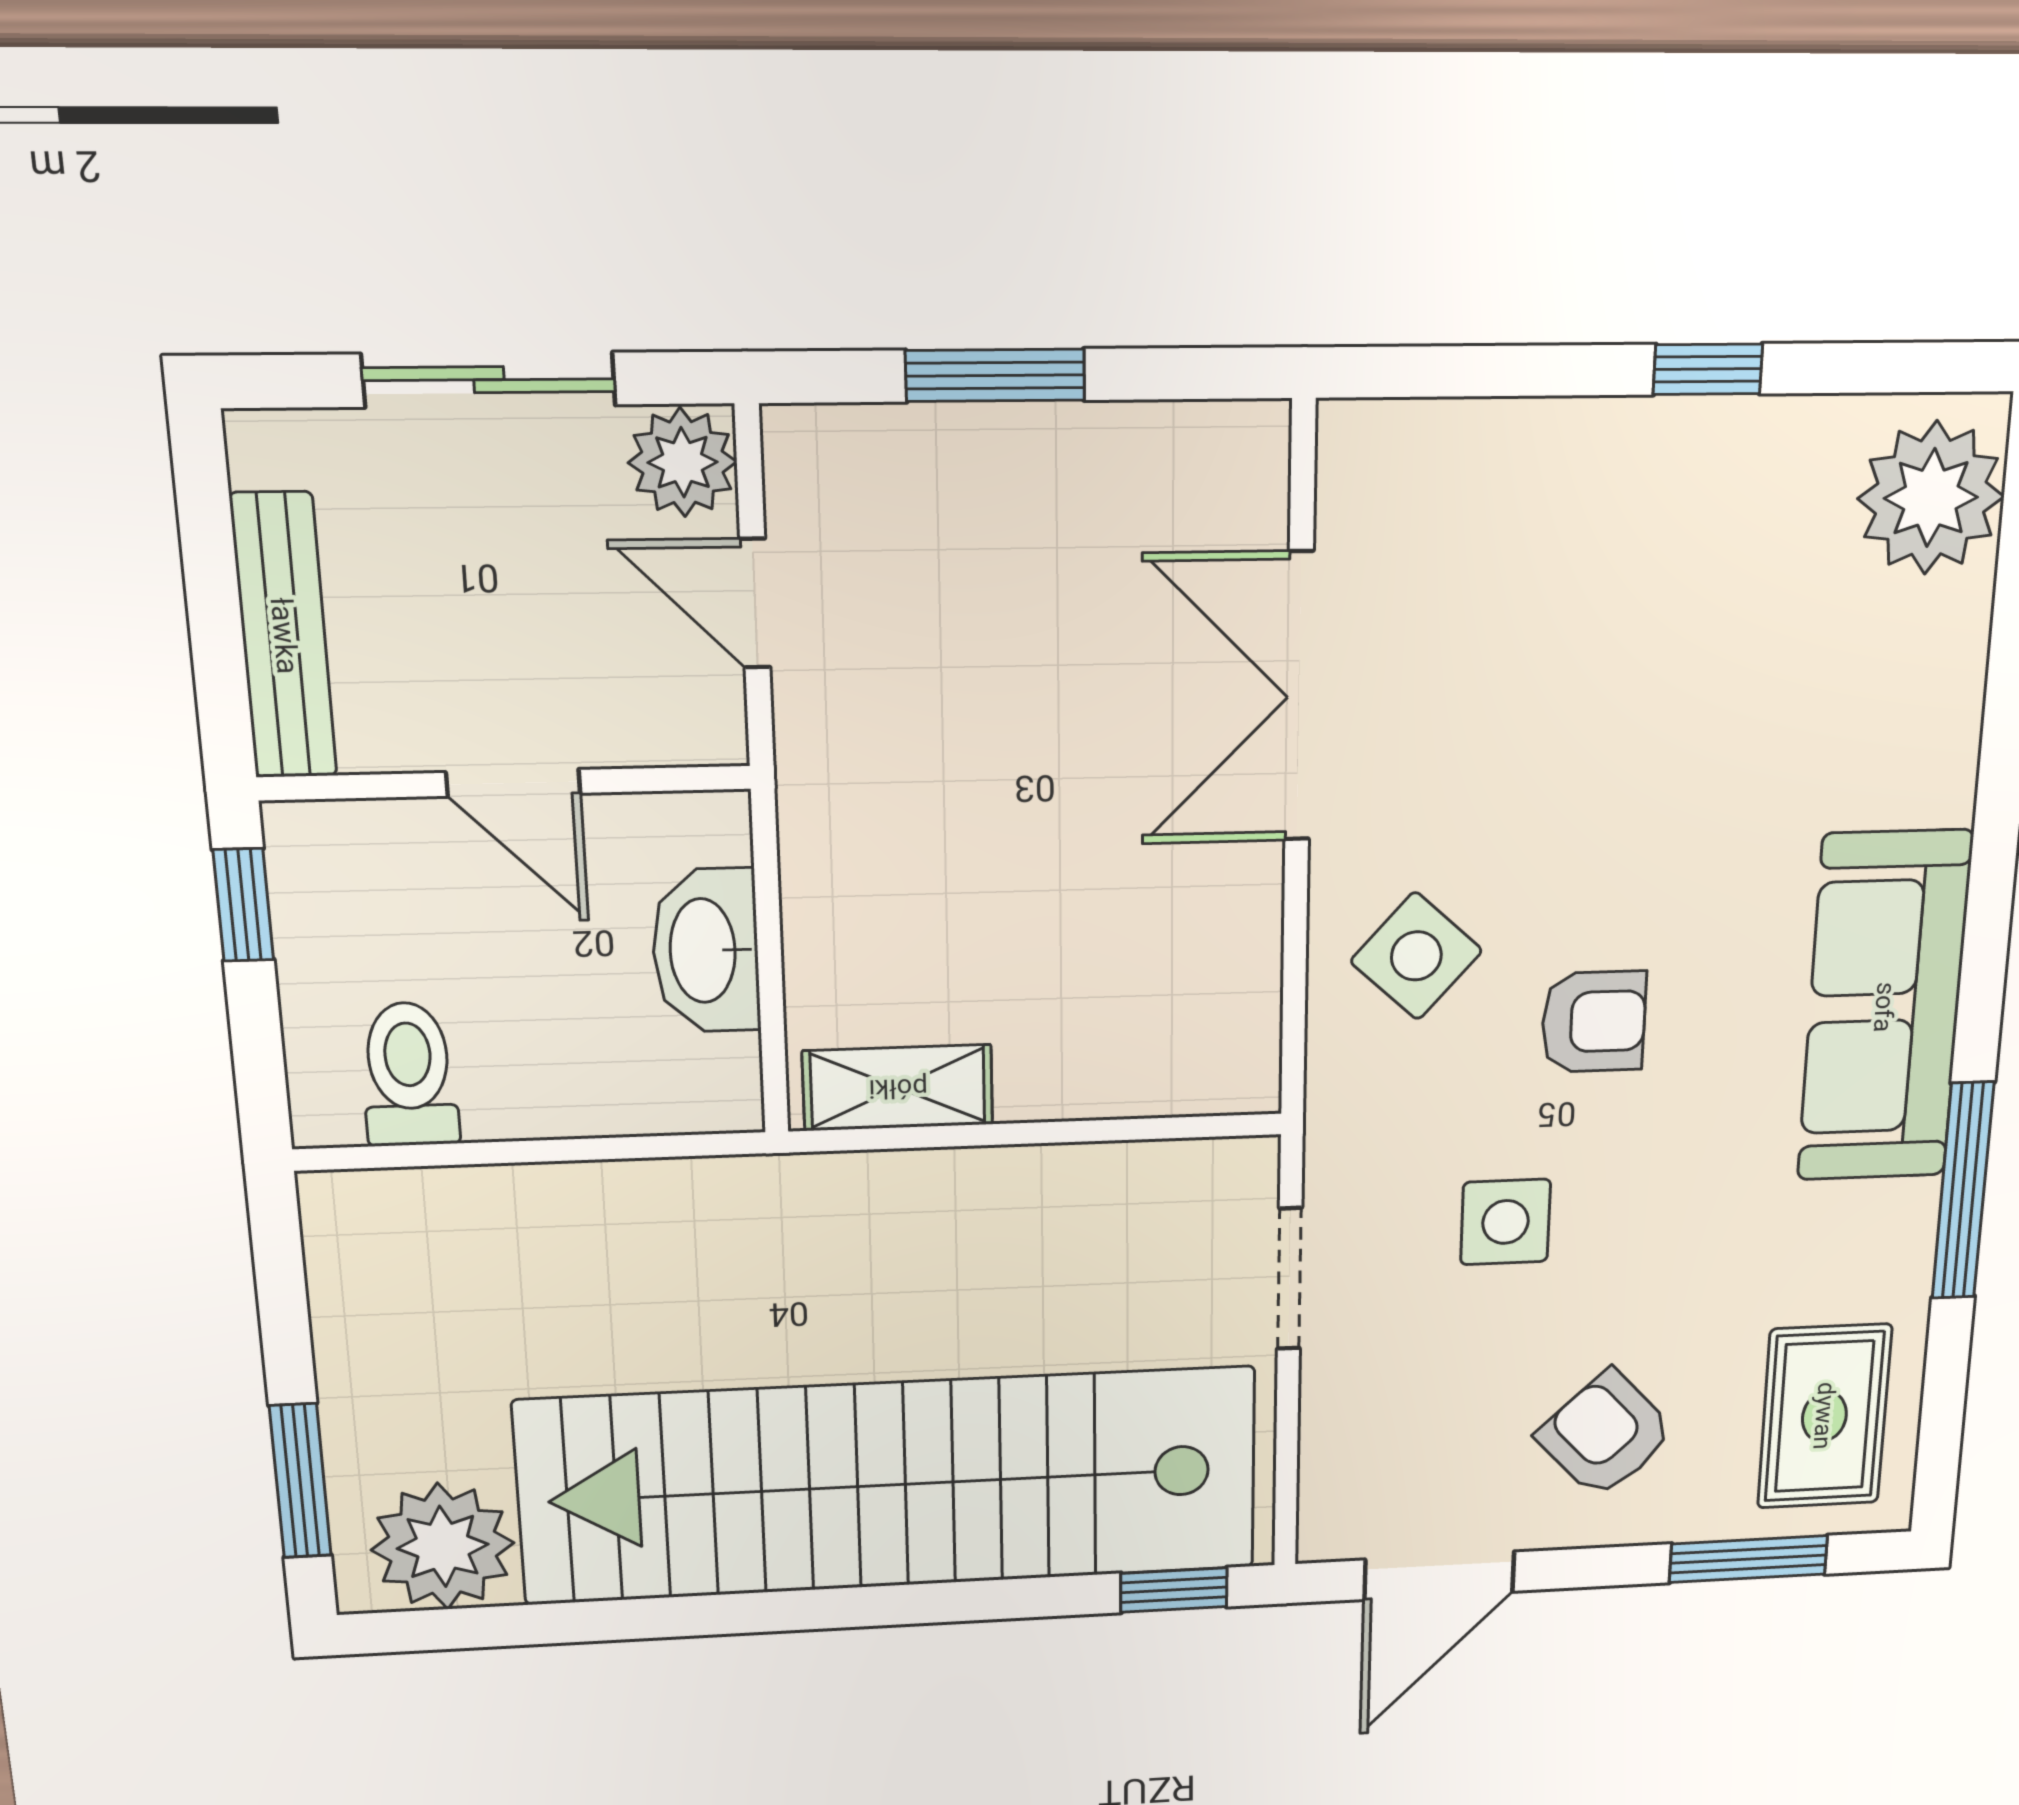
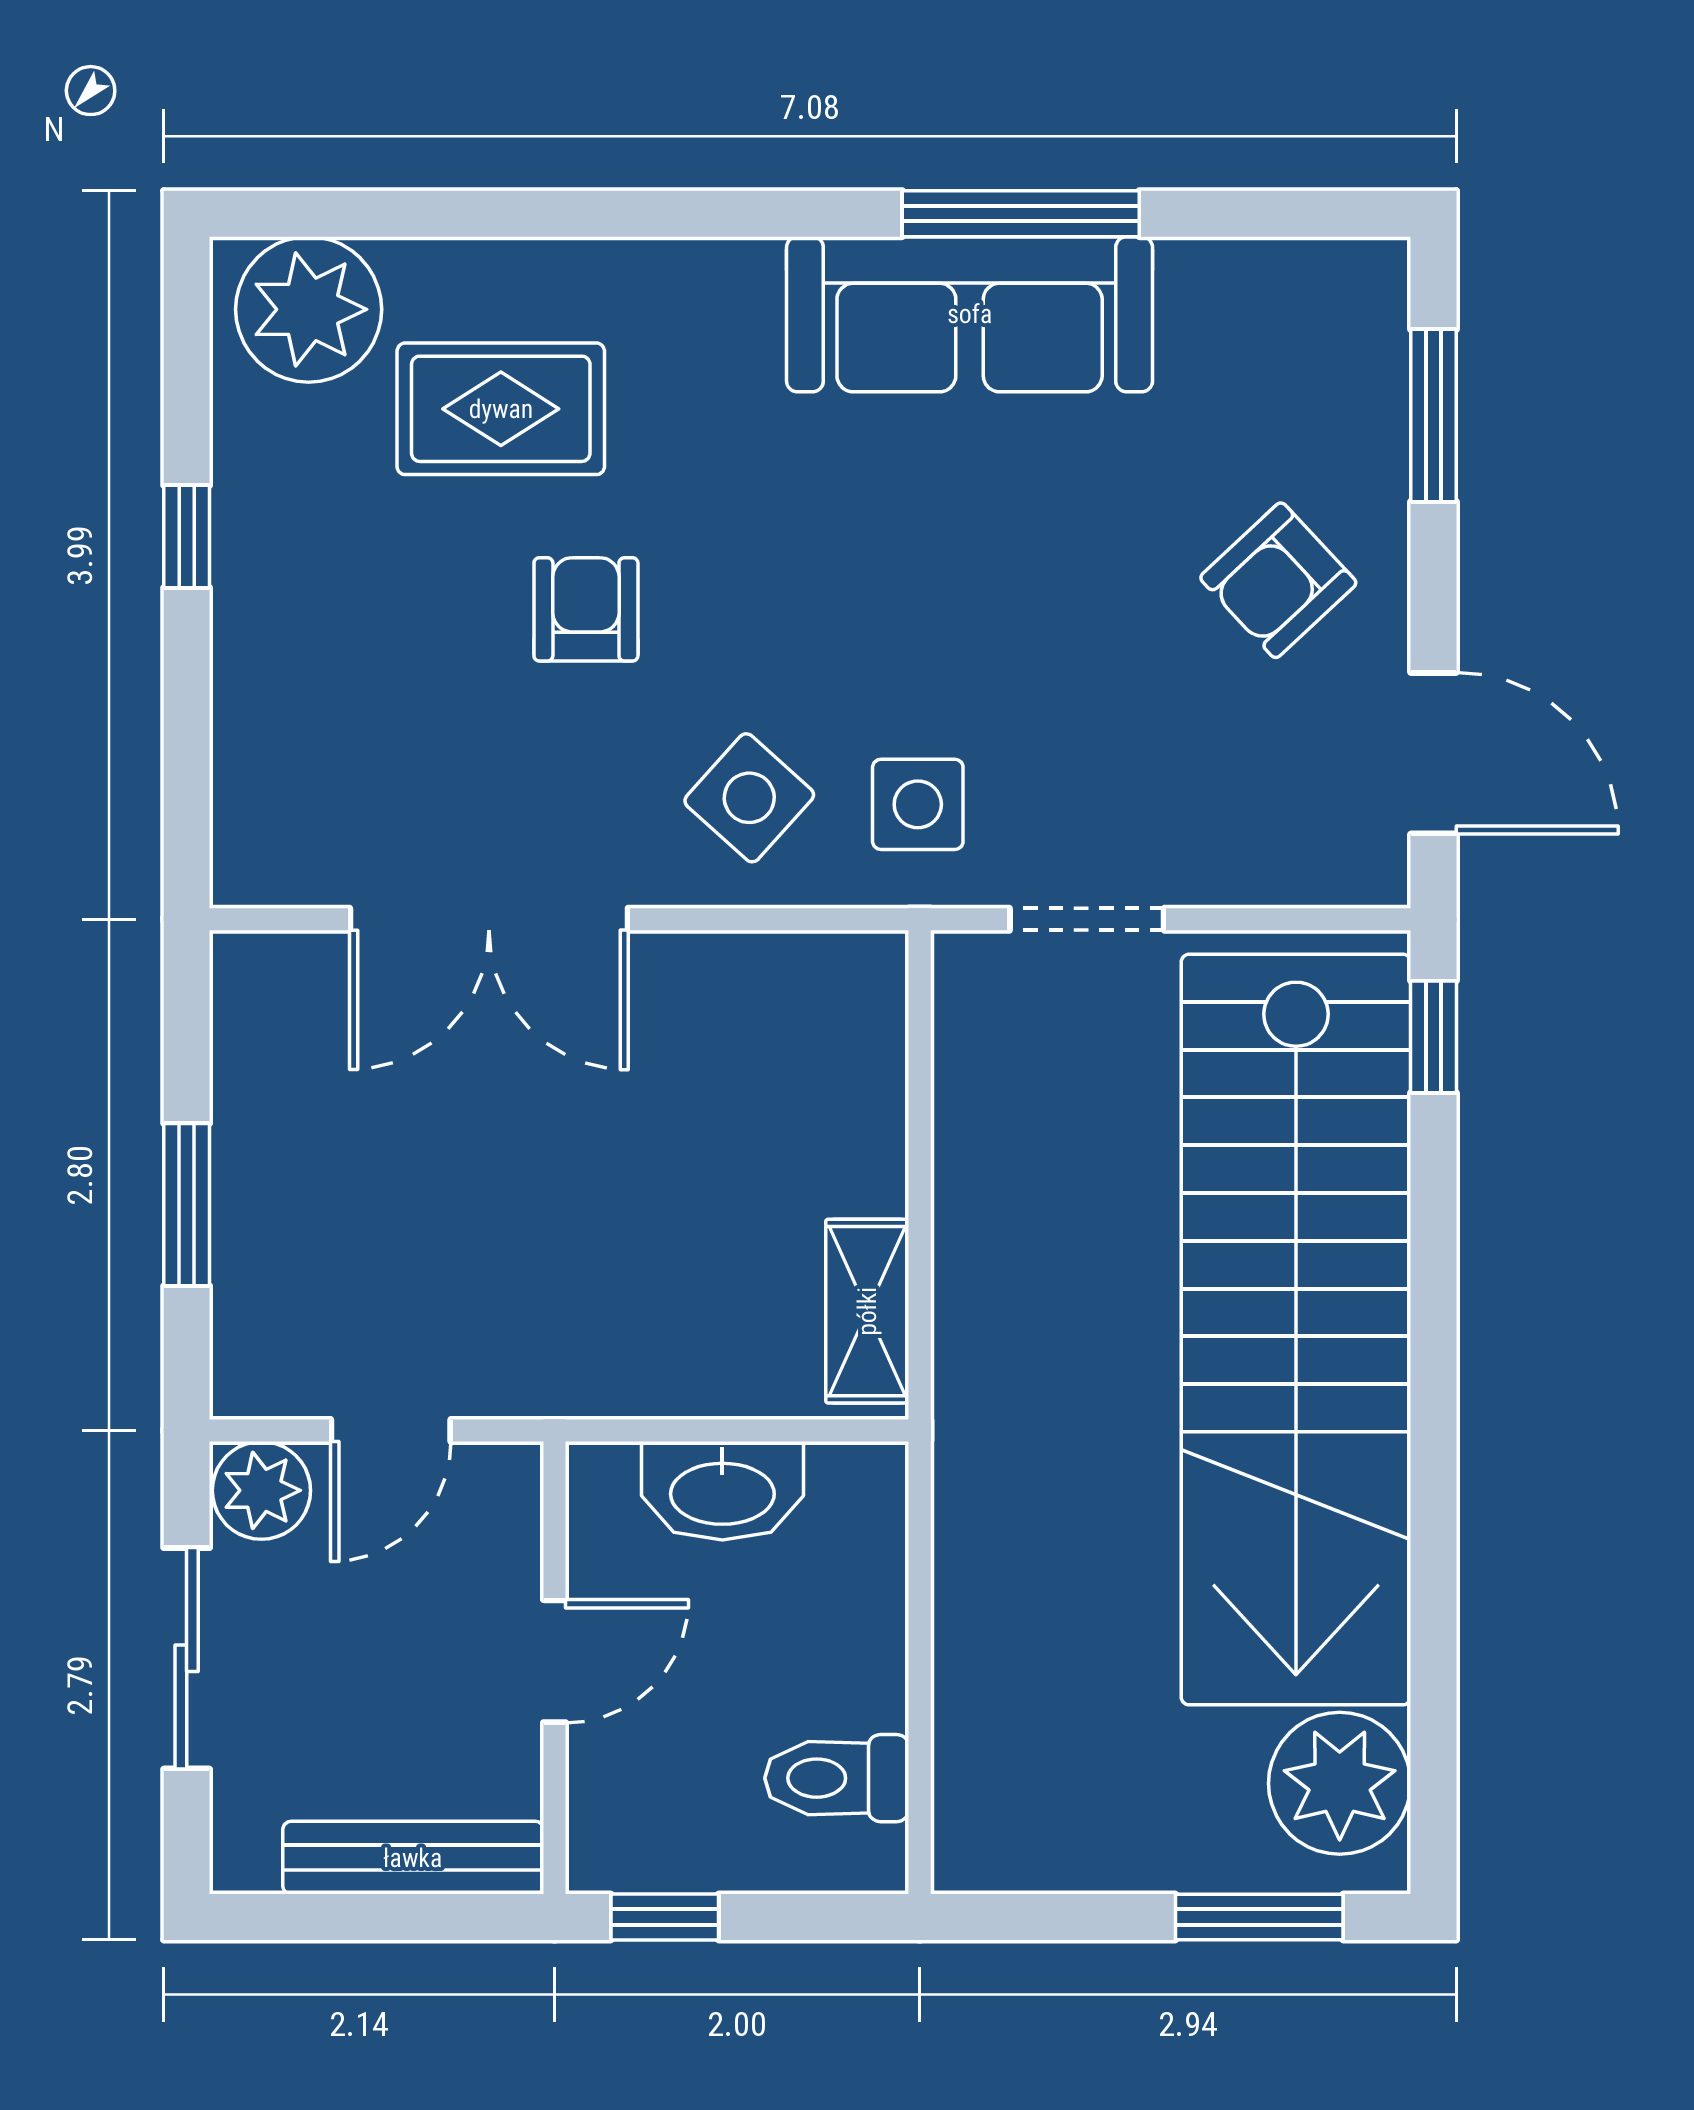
sofa: (1884, 1007) -> (970, 314), moved
armchair: (1594, 1022) -> (586, 609), moved
side table: (1506, 1222) -> (918, 804), moved
rug: (1824, 1416) -> (501, 409), moved

